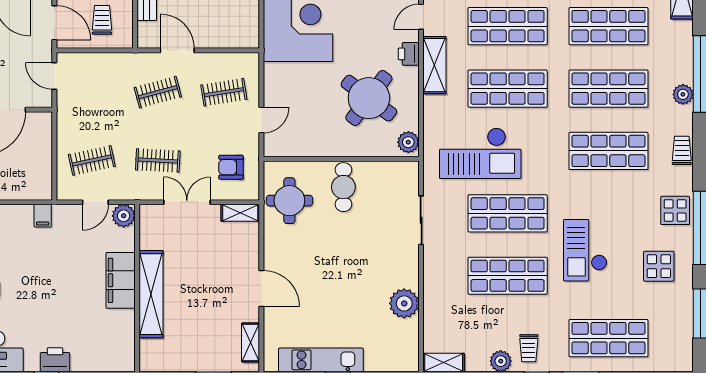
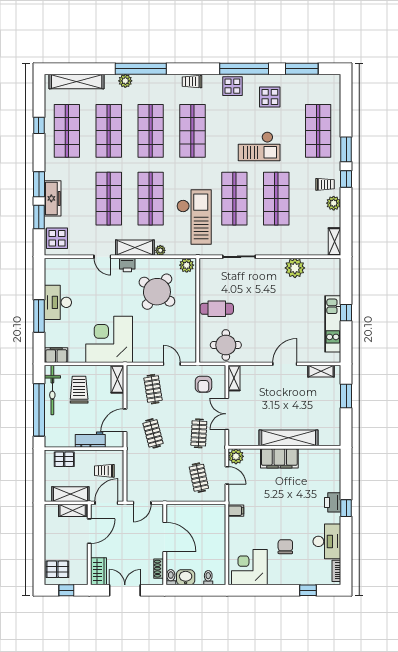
shelving: (238, 39) -> (117, 379), added
plant: (683, 94) -> (125, 81), moved
plant: (431, 103) -> (160, 250), added

